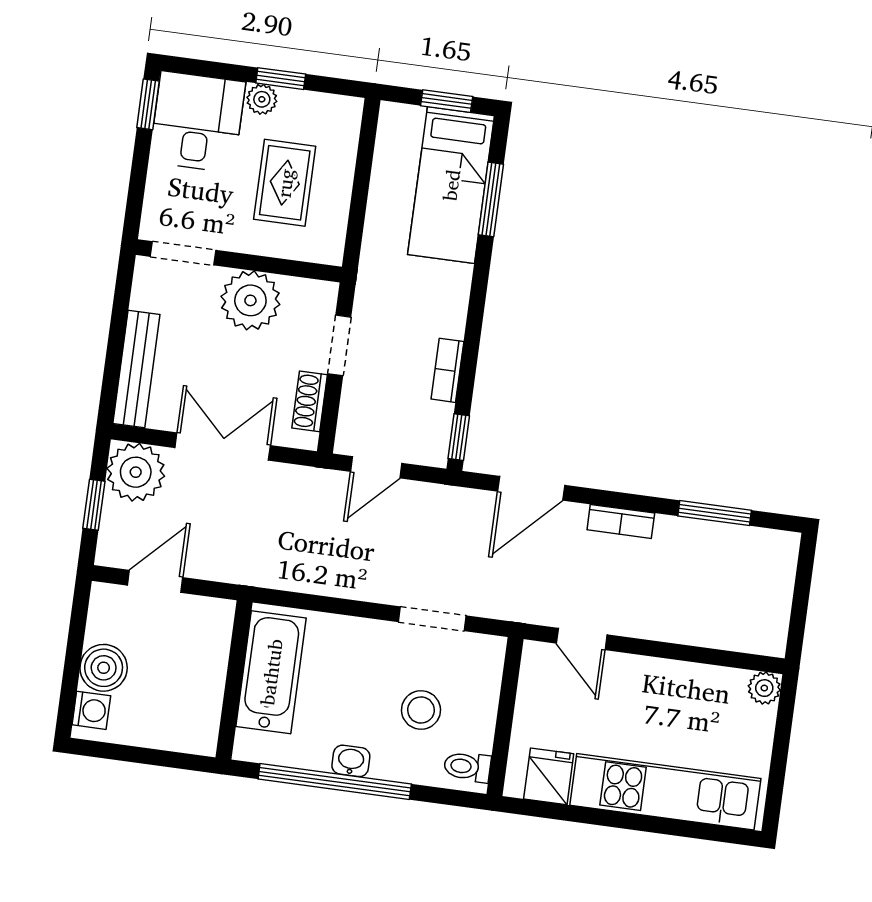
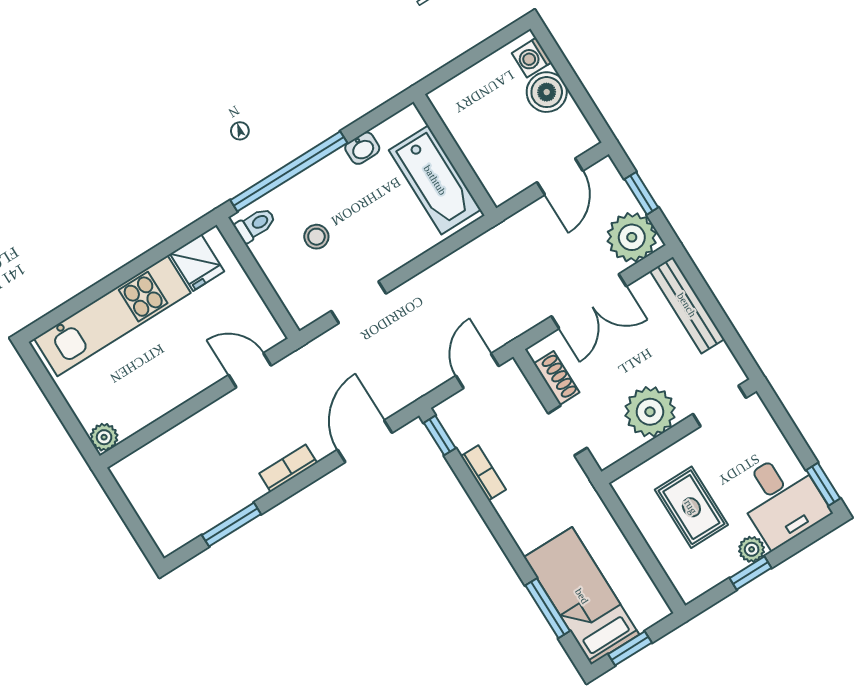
stool: (421, 710) -> (316, 237), width x0.73, depth x0.73
washbasin: (351, 761) -> (362, 148), moved
window: (335, 781) -> (289, 171), moved

